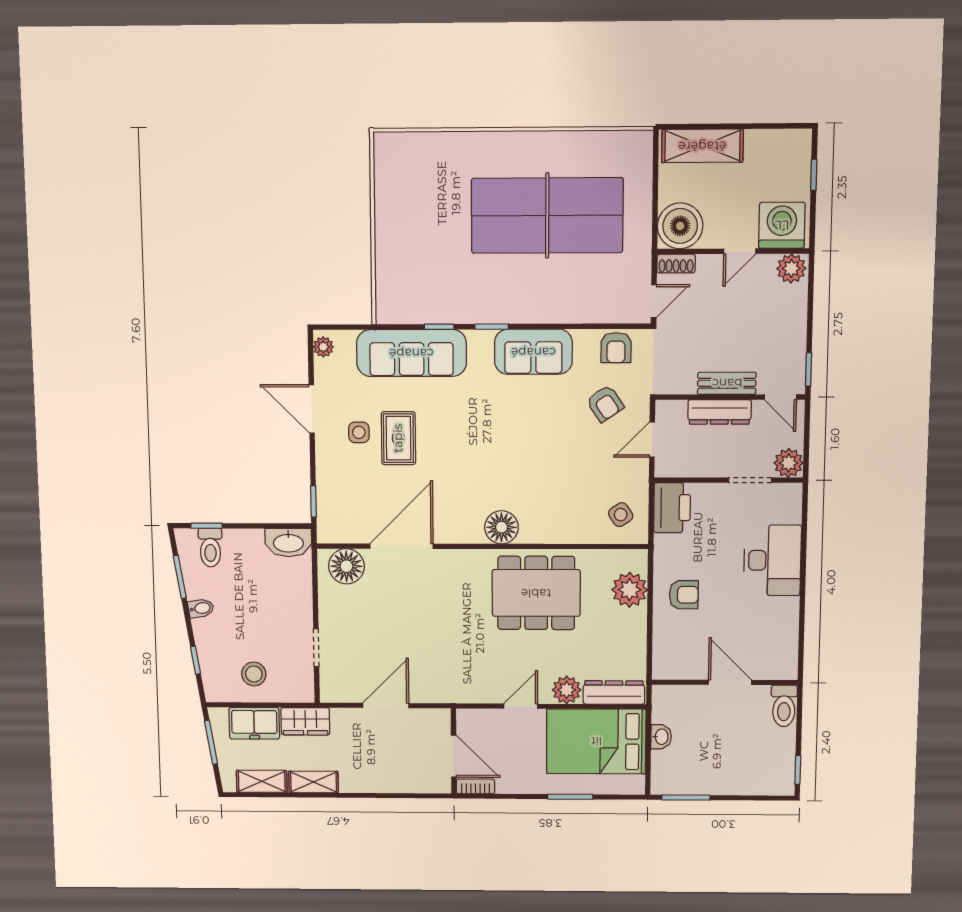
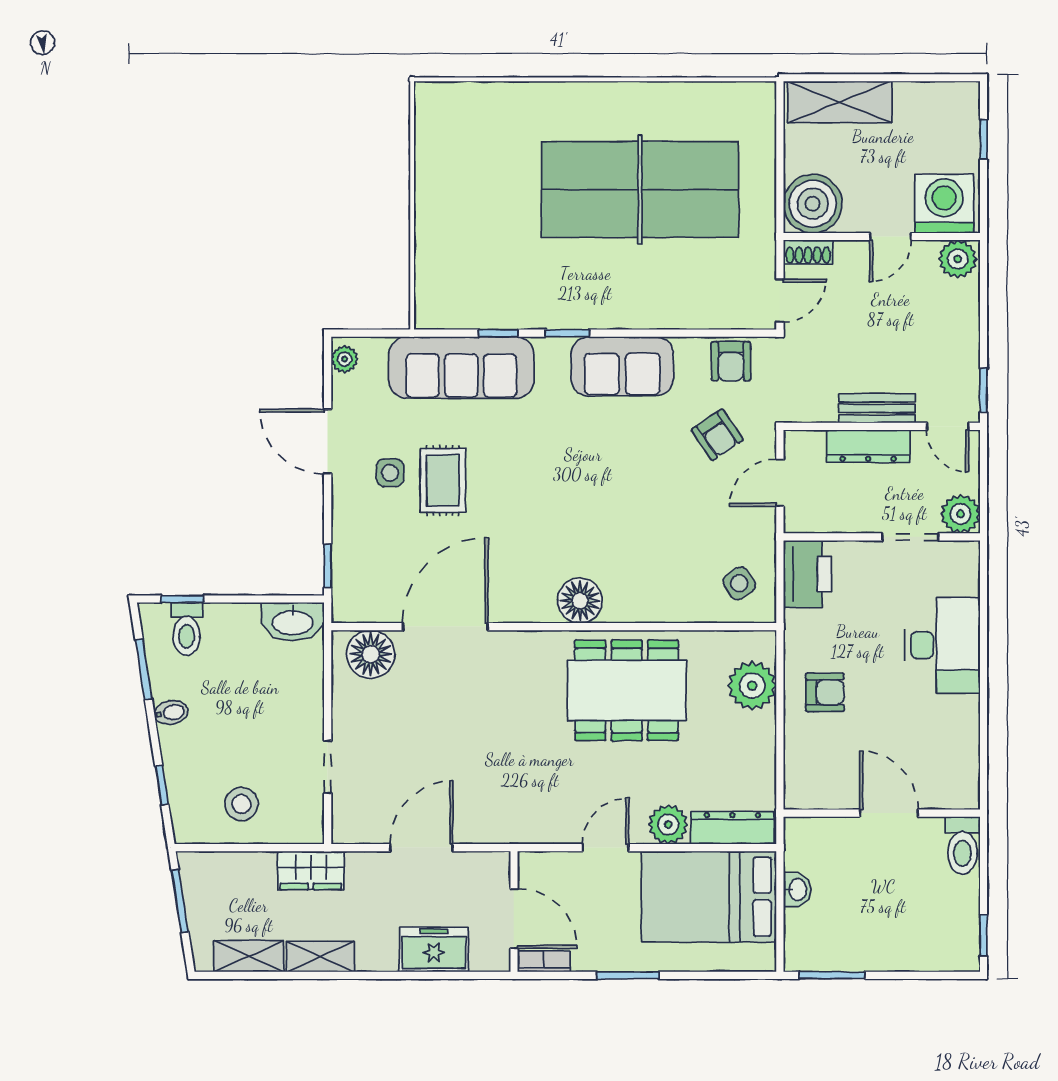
freezer: (254, 723) -> (434, 949), moved, turned 180
window: (570, 797) -> (628, 975), moved

